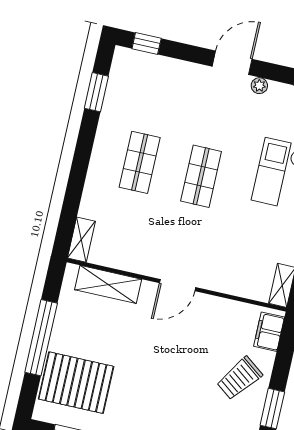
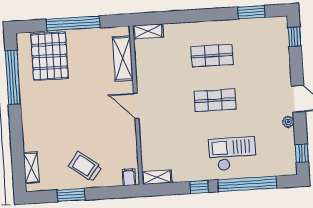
filing cabinet: (269, 332) -> (129, 177), width x0.50

